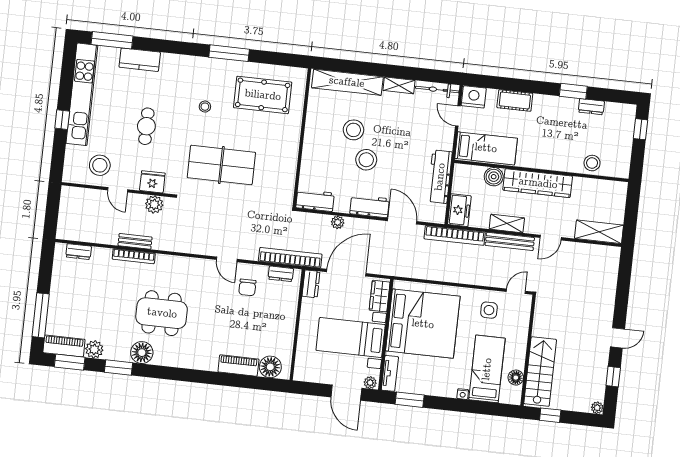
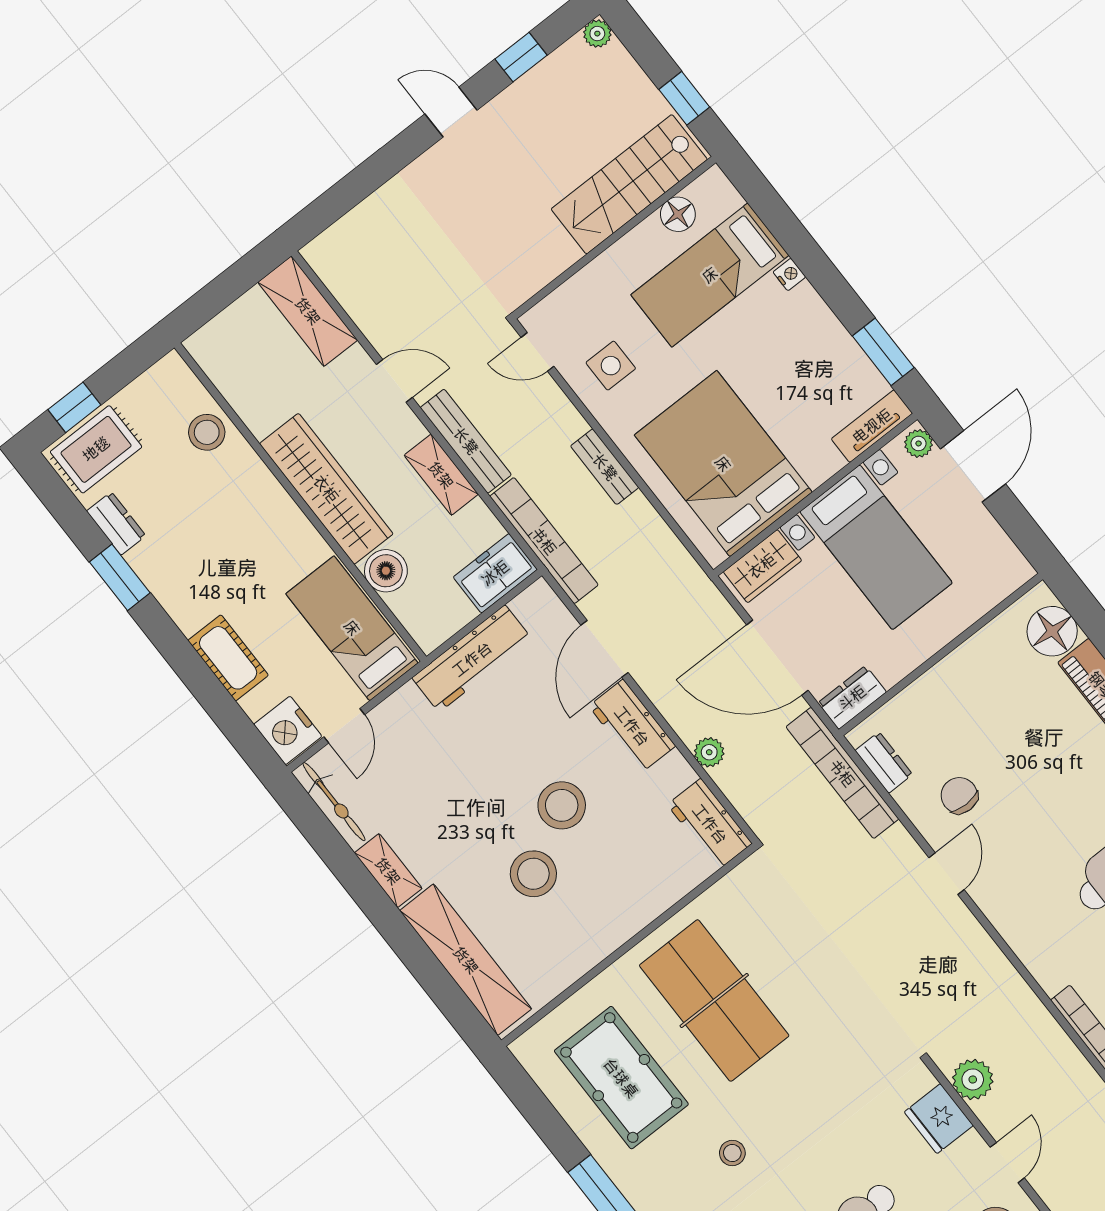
rug: (621, 123) -> (96, 449), added
table tennis table: (221, 165) -> (714, 1000), moved
bench: (135, 241) -> (605, 467), moved
chair: (247, 287) -> (959, 795), turned -90
bed: (423, 324) -> (723, 464), width x0.73

